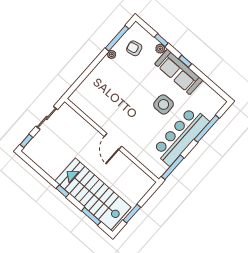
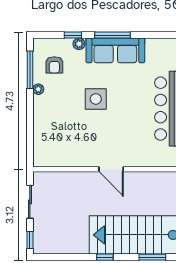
armchair: (134, 48) -> (54, 65), turned -77
window: (185, 61) -> (113, 35), width x2.17
side table: (163, 104) -> (96, 99), moved

